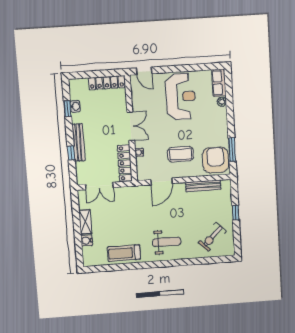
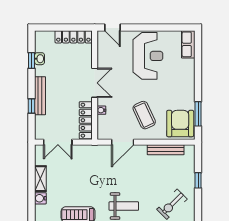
plant: (222, 102) -> (190, 64), removed
coffee table: (181, 154) -> (144, 115), turned 65

